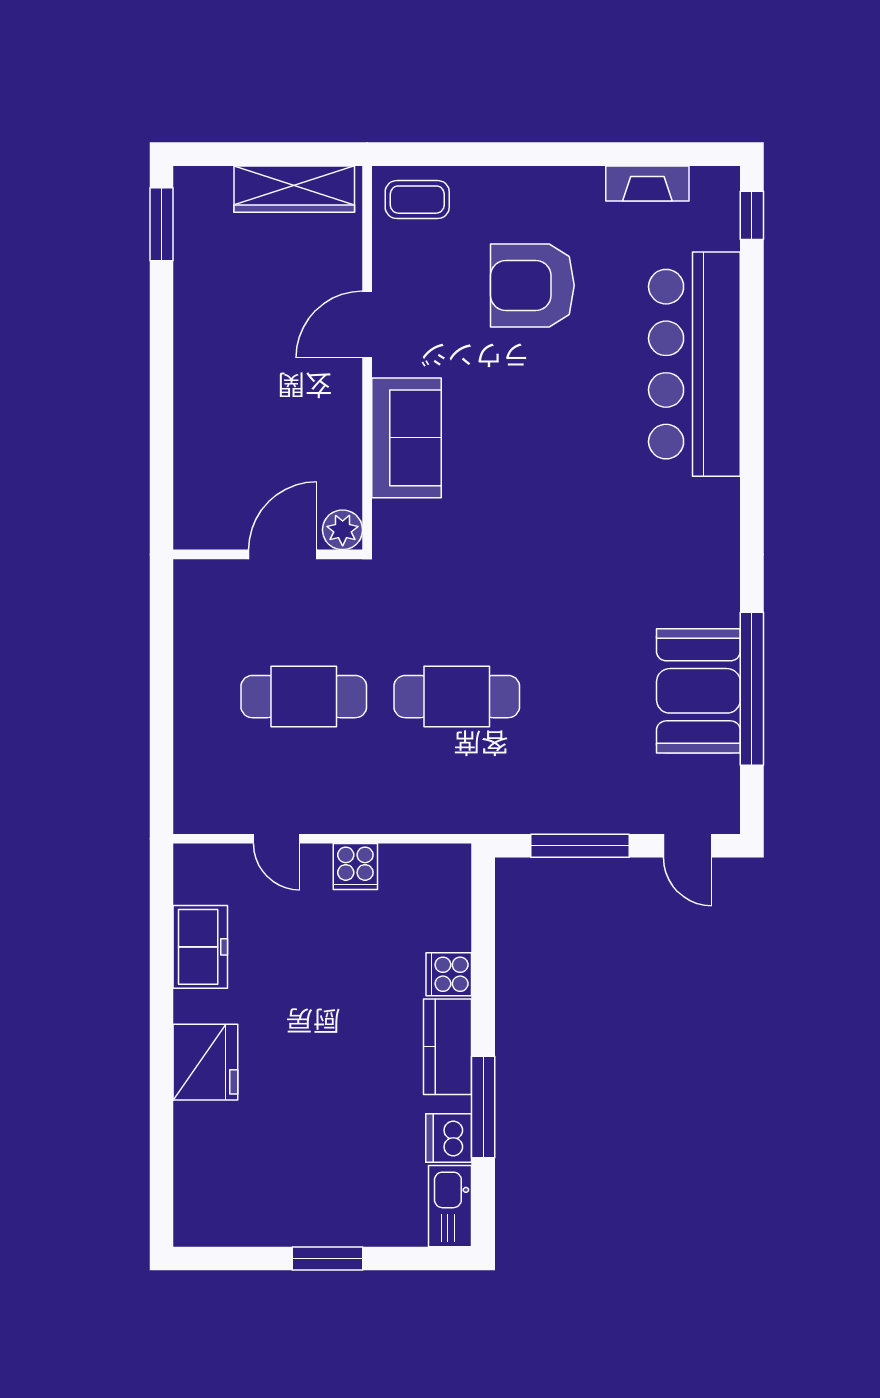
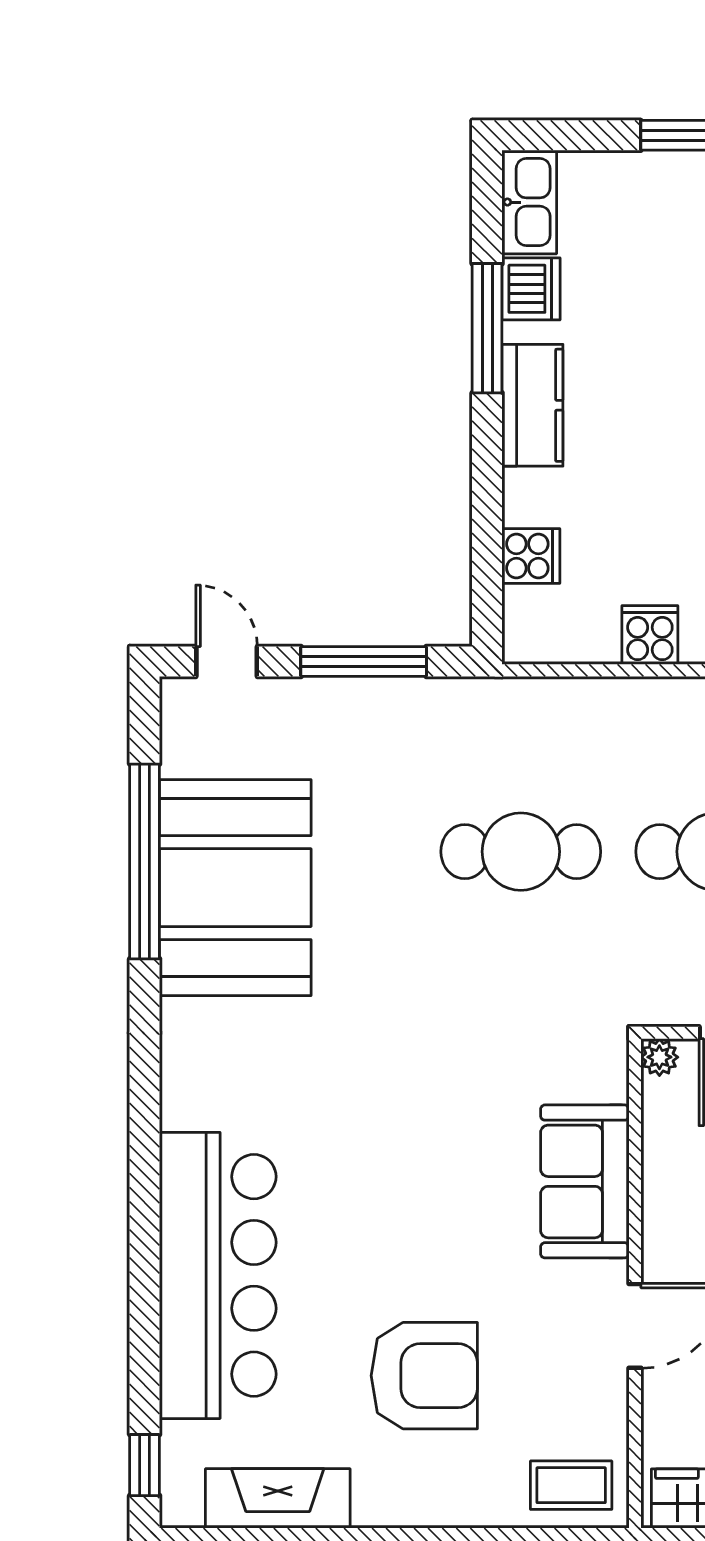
fireplace: (647, 183) -> (278, 1498), width x1.37, depth x1.32
plant: (343, 530) -> (659, 1057), width x0.73, depth x0.73
booth: (698, 691) -> (235, 888), width x1.36, depth x1.42
cooker: (449, 974) -> (531, 556), moved

